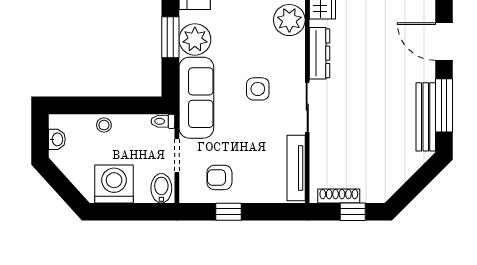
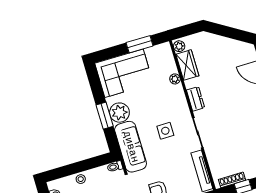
plant: (289, 20) -> (175, 79), width x0.53, depth x0.53
dresser: (319, 53) -> (196, 99), width x0.70

